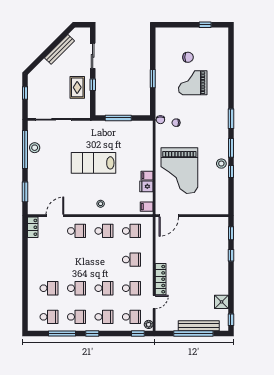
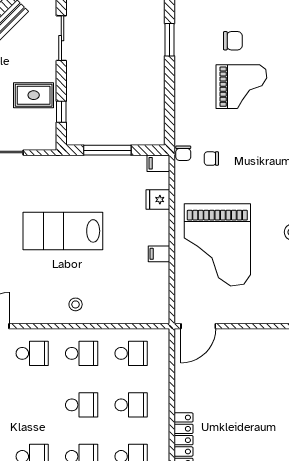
window: (153, 79) -> (169, 40), moved
grand piano: (193, 83) -> (241, 87), turned 180
window: (93, 85) -> (61, 112), moved
rug: (77, 87) -> (34, 95), turned 90
fridge: (146, 186) -> (158, 200), moved
filing cabinet: (147, 207) -> (158, 163), moved
school desk: (104, 260) -> (82, 405), added

